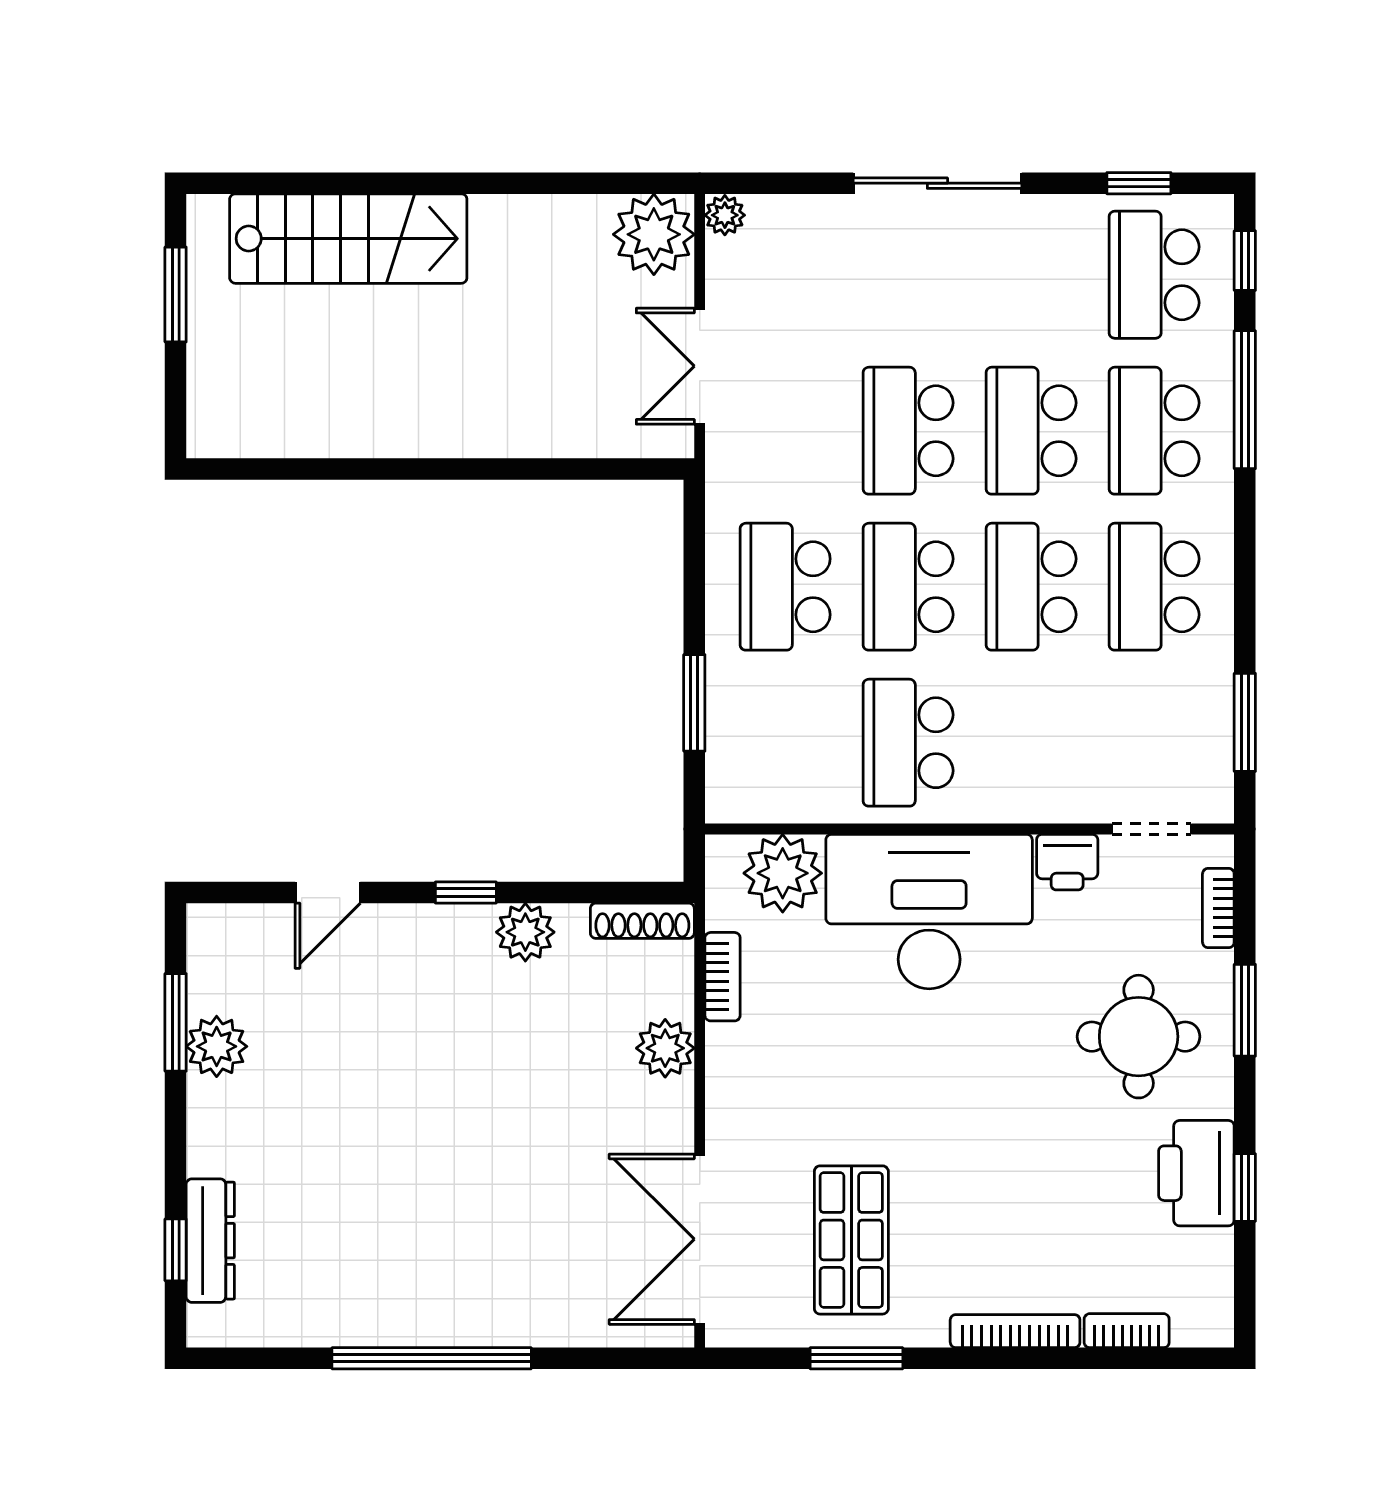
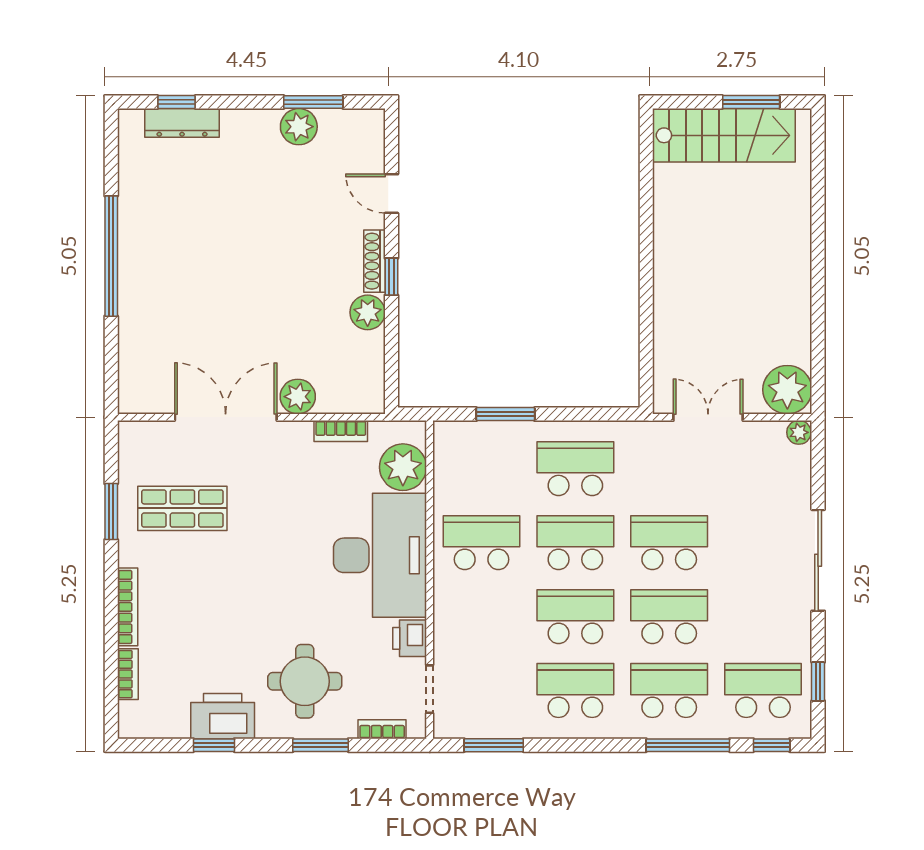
stairs: (348, 239) -> (724, 135), moved, turned -90
shoe rack: (642, 921) -> (374, 261), moved
double door: (700, 1239) -> (226, 417), moved

